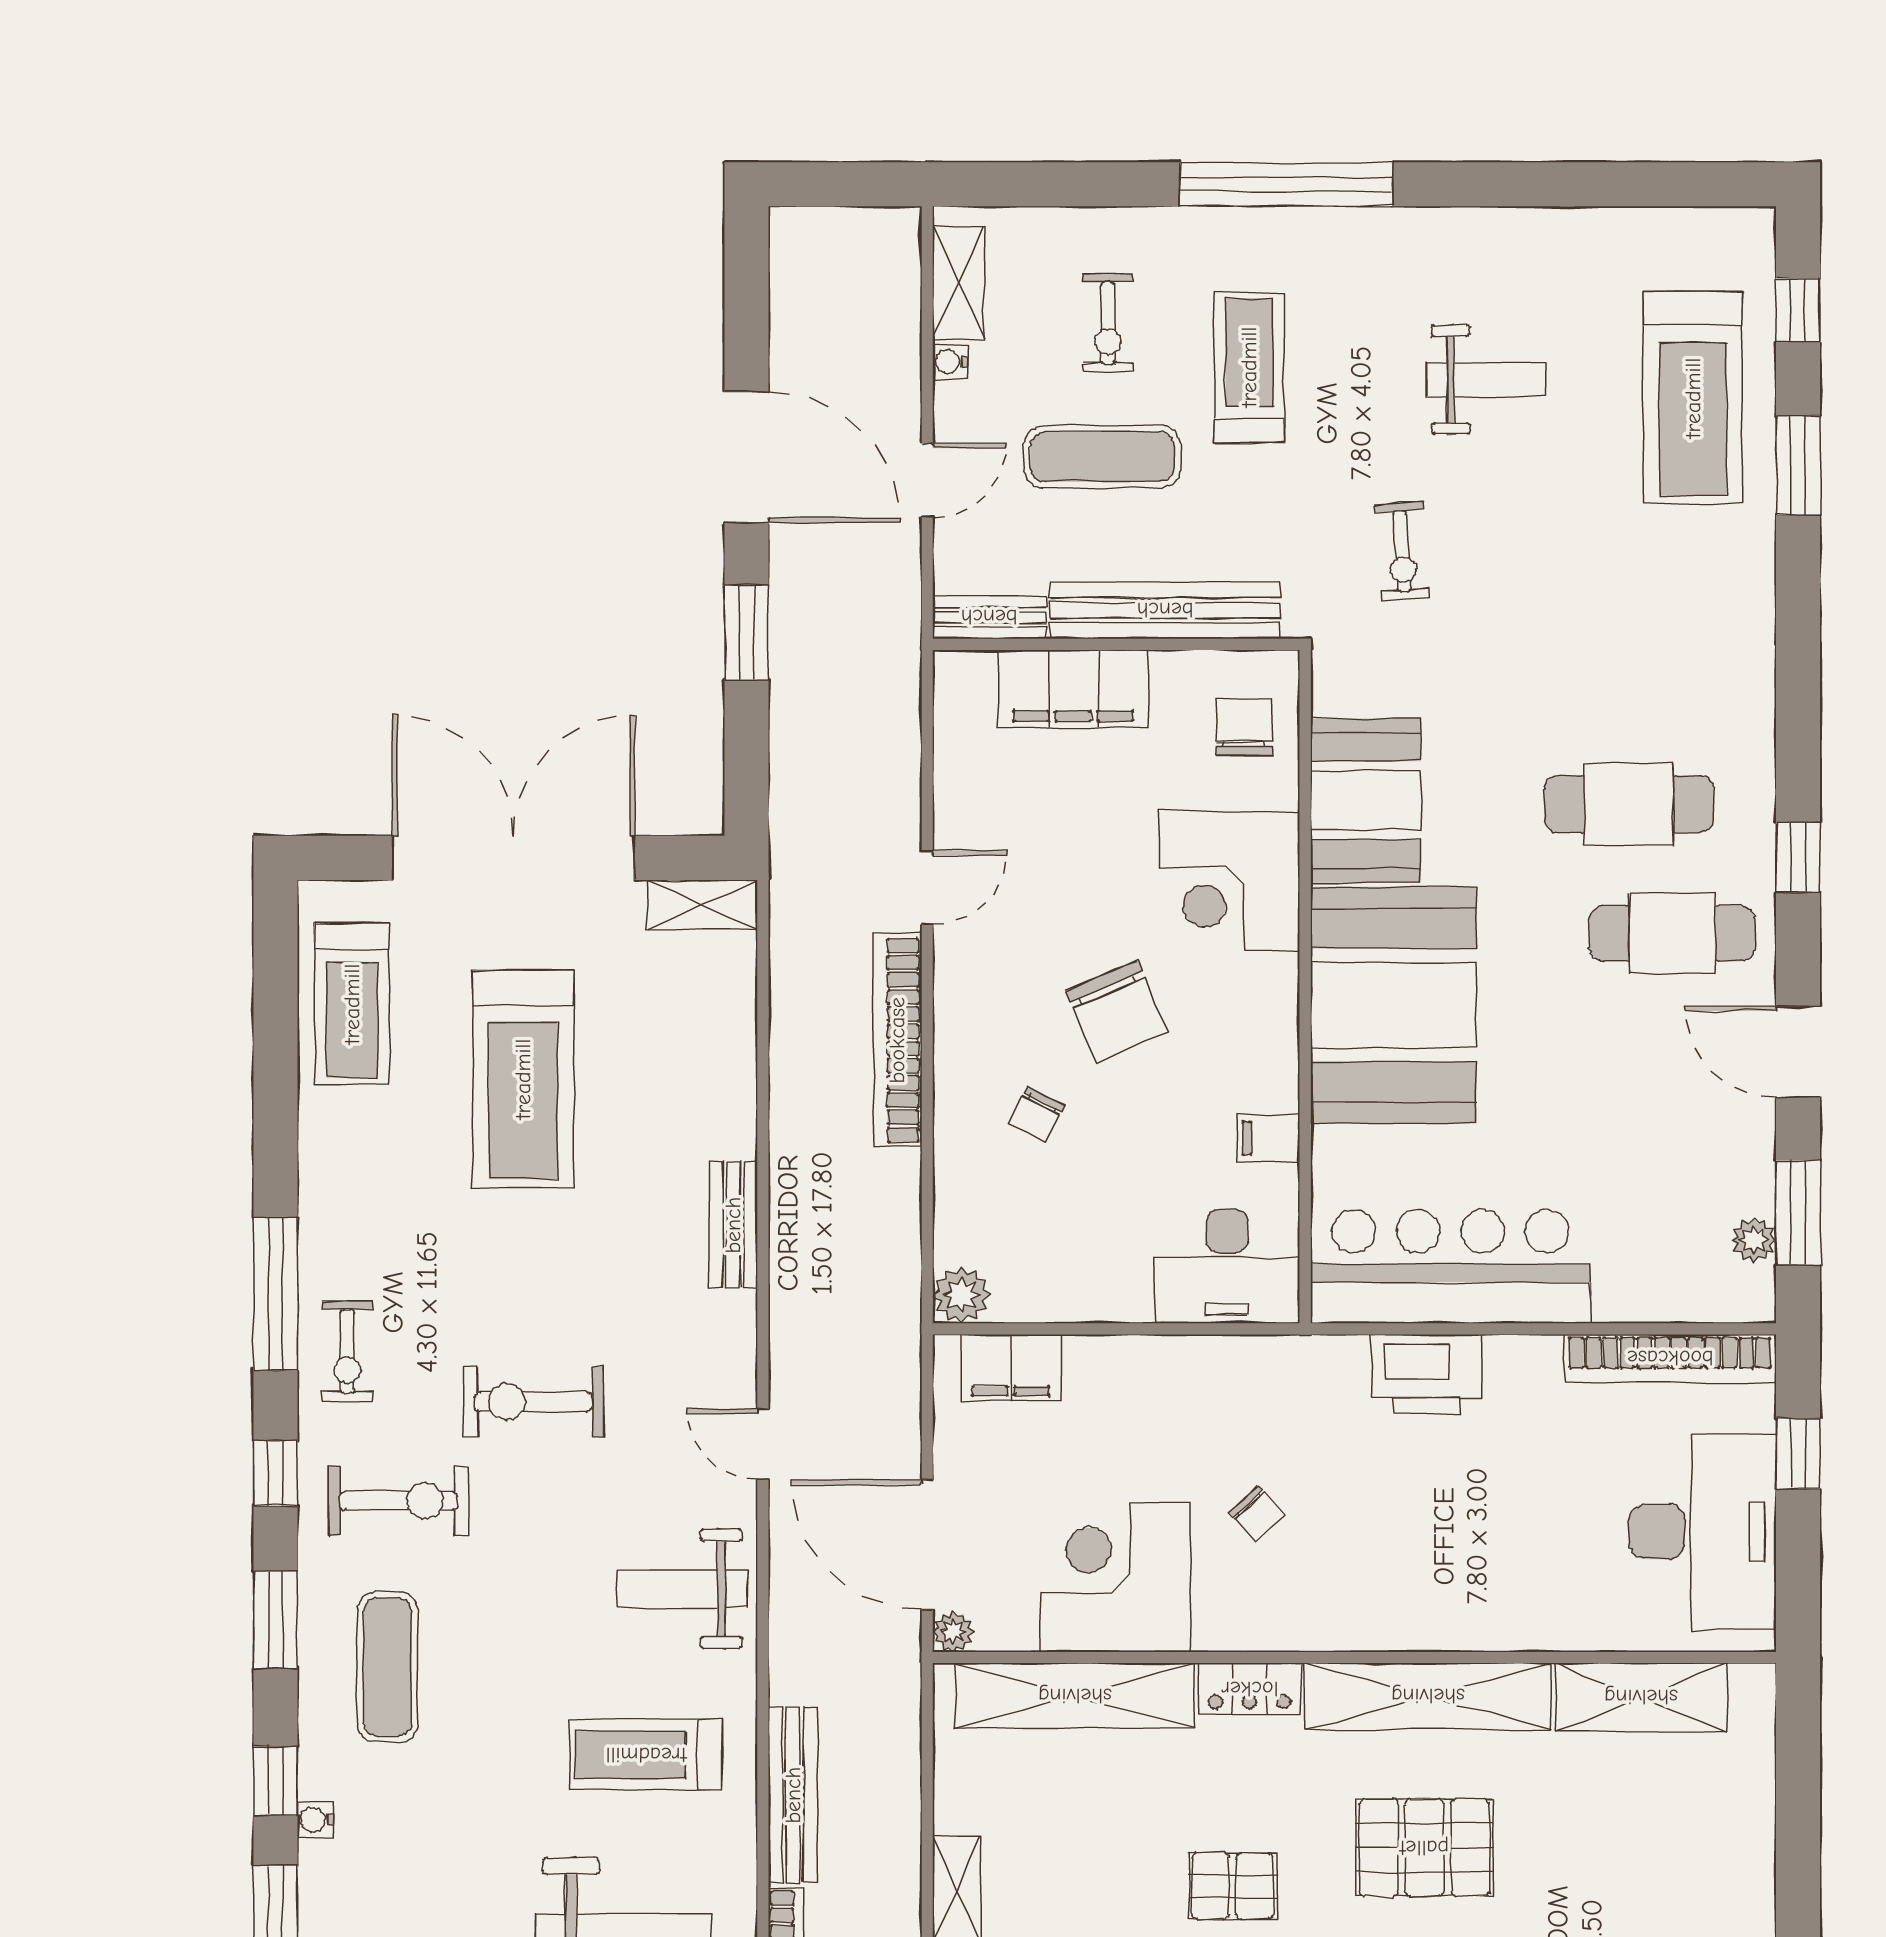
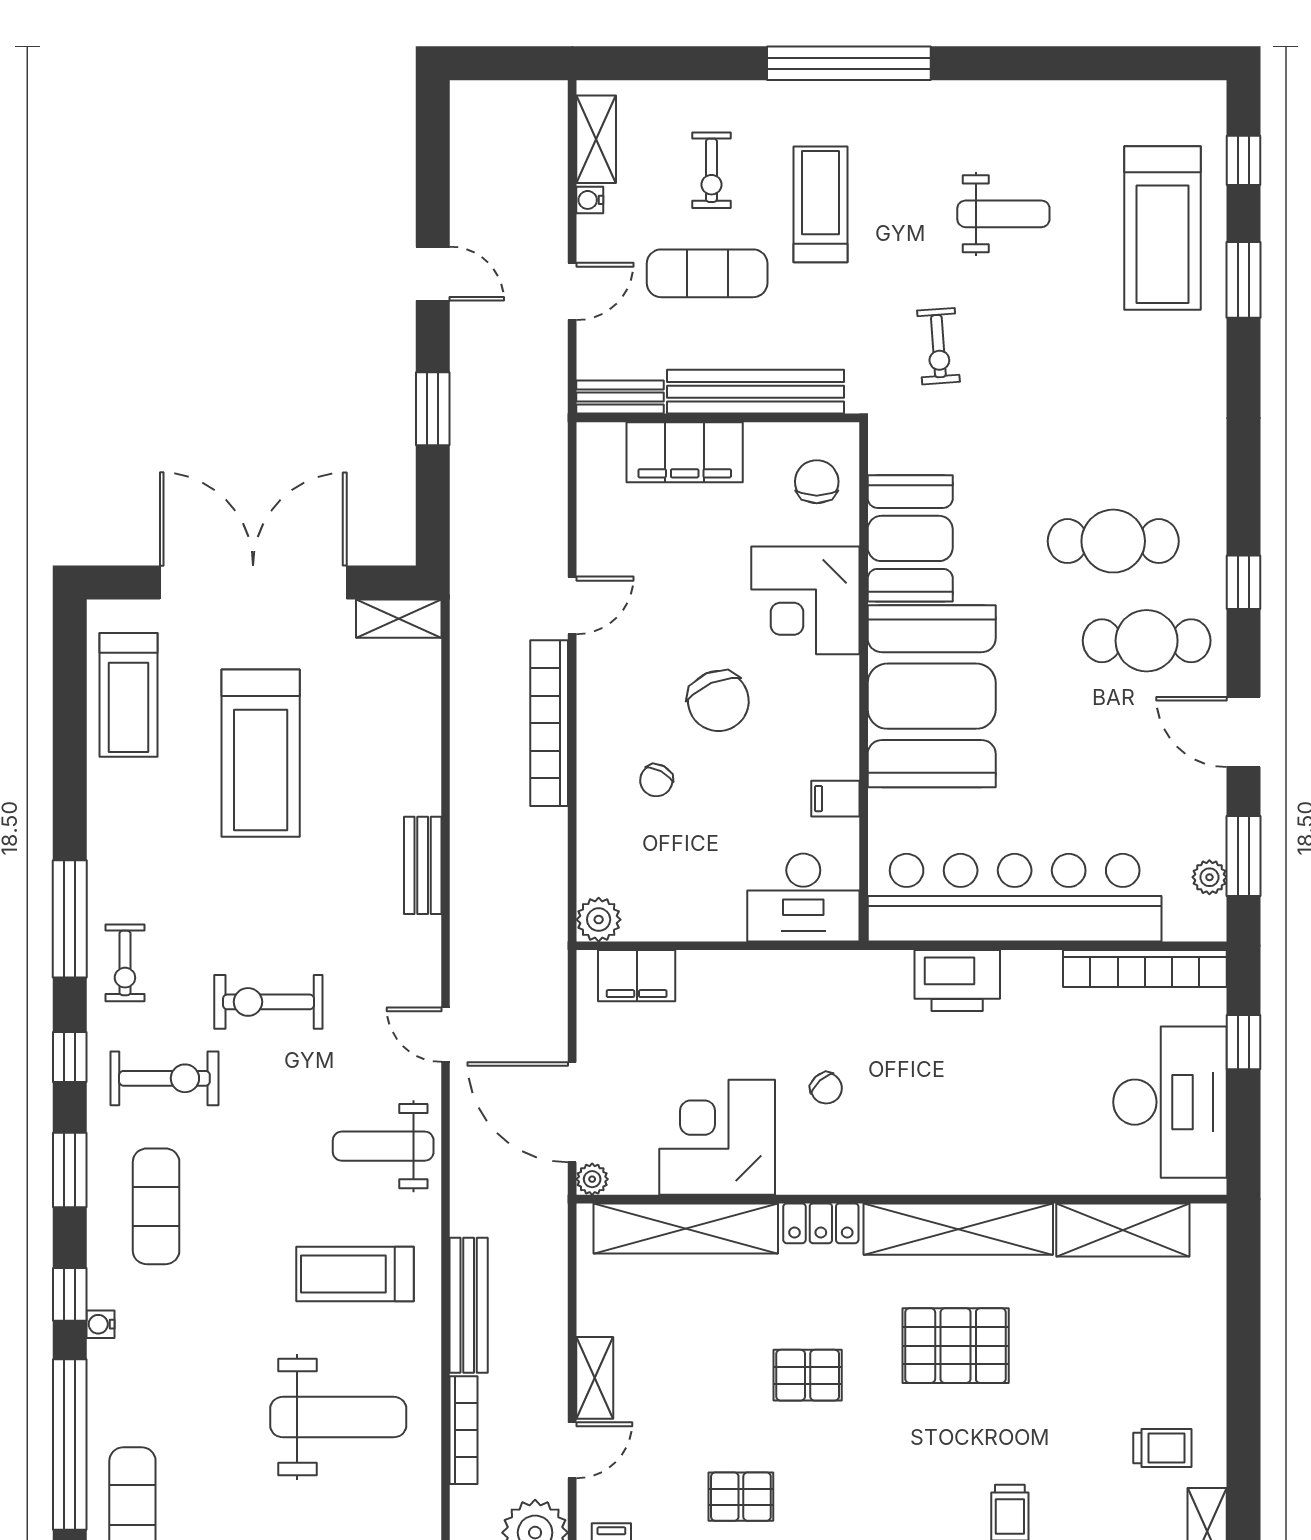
door: (747, 457) -> (433, 274), width x0.53
bar counter: (1450, 1266) -> (1015, 898), width x1.36

